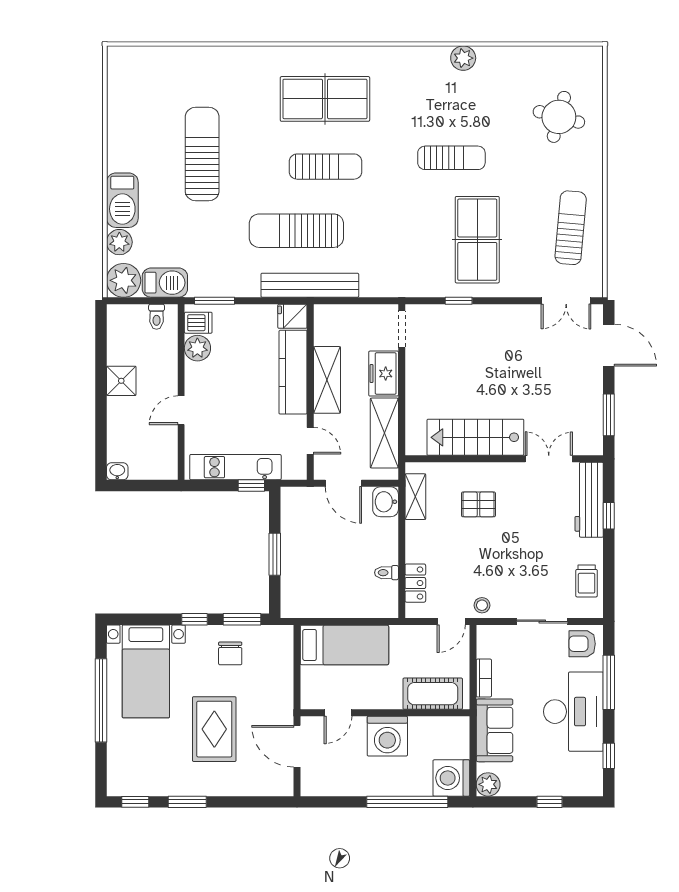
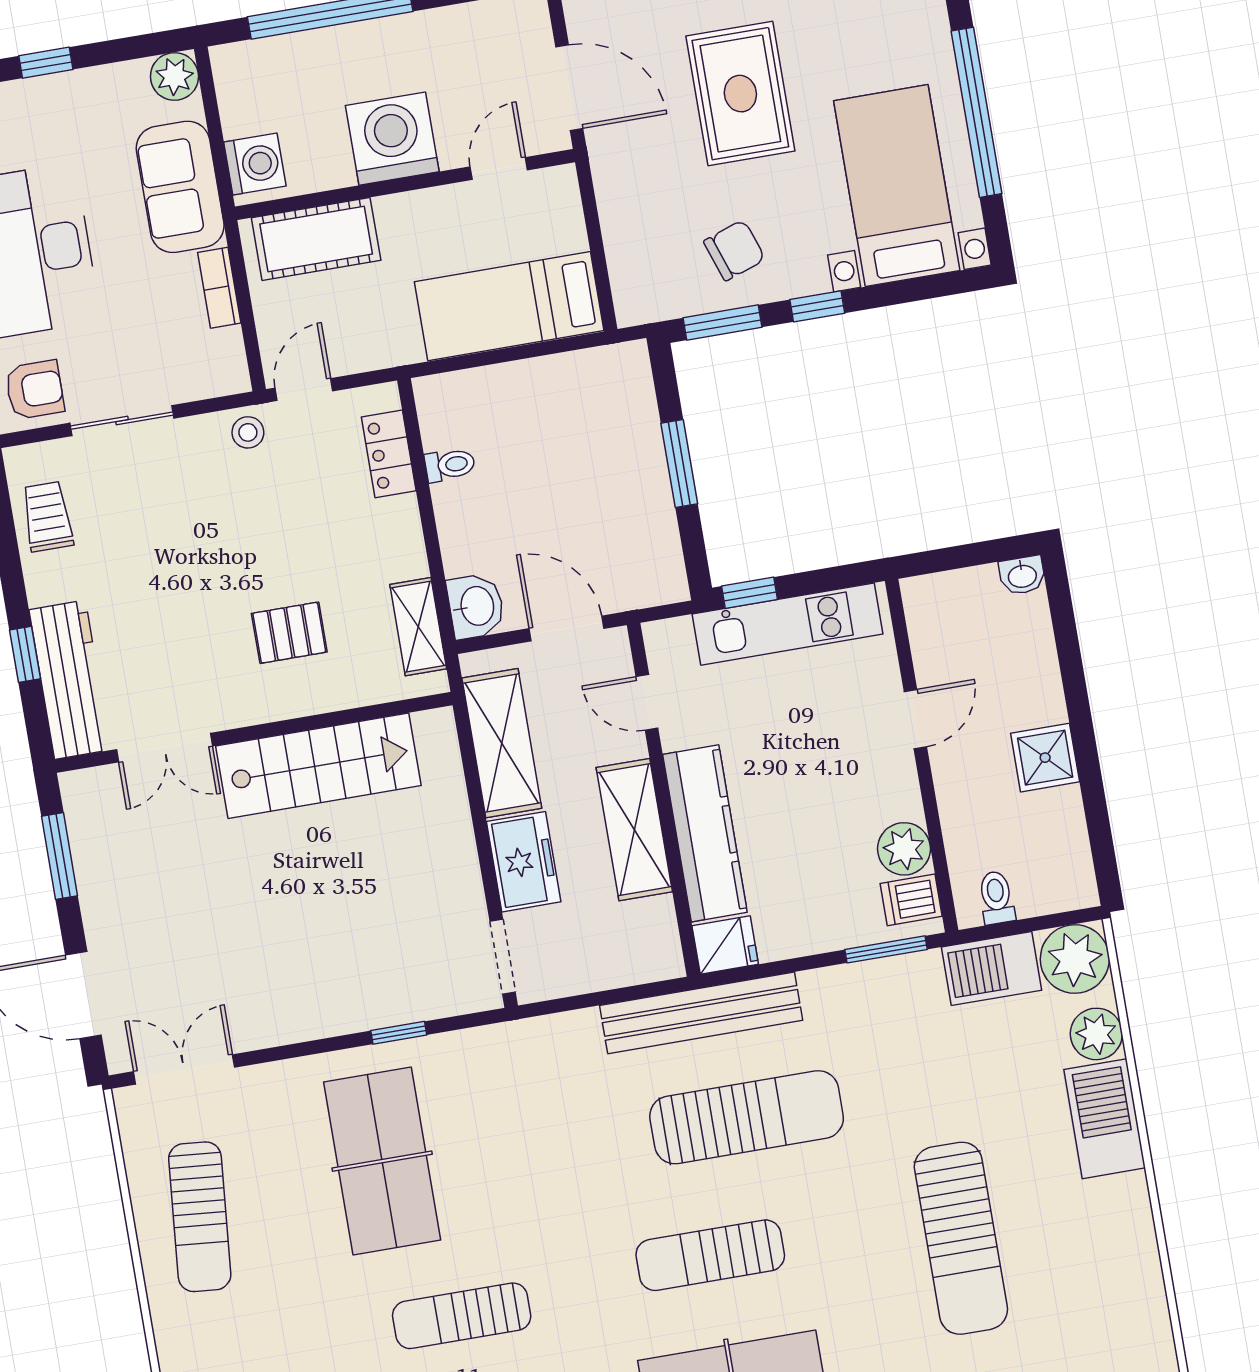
chair: (230, 653) -> (734, 250), turned 71
washing machine: (451, 778) -> (255, 164), moved, width x0.73, depth x0.73

